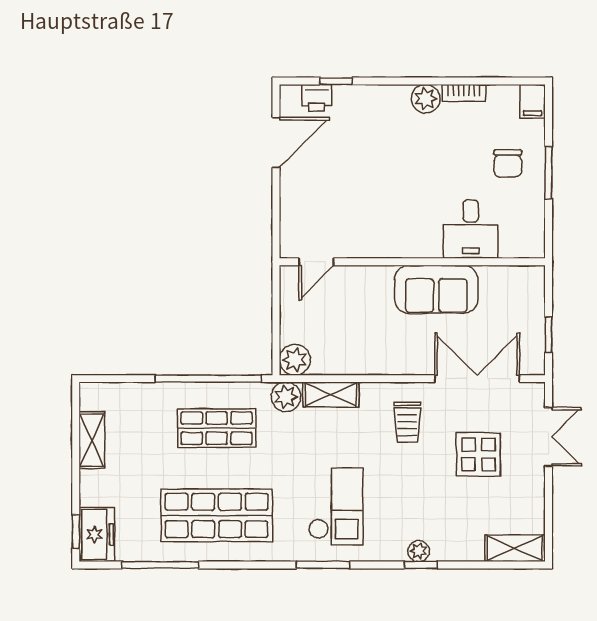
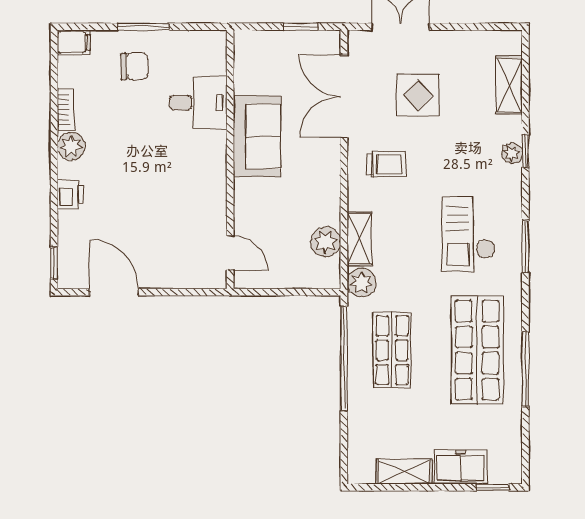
window: (336, 81) -> (54, 263), moved
printer: (317, 98) -> (70, 194), moved
plant: (295, 360) -> (326, 242), moved
checkout: (336, 506) -> (468, 234), turned -90
freezer: (97, 534) -> (460, 467), moved
shelving: (515, 548) -> (509, 85), moved
window: (160, 565) -> (525, 369), moved

